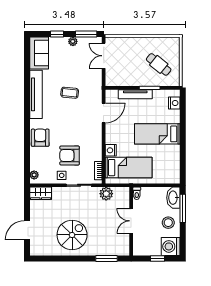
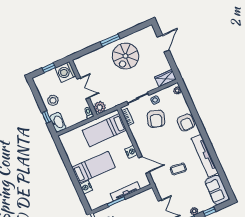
nightstand: (174, 103) -> (86, 187), moved
door: (104, 113) -> (144, 165), swing flipped
nightstand: (111, 150) -> (131, 152), moved
armchair: (70, 155) -> (156, 119), turned 107
plant: (106, 194) -> (100, 107), moved
window: (183, 208) -> (46, 117), width x0.46
washing machine: (171, 246) -> (65, 72), moved, turned 180
window: (107, 259) -> (110, 40), moved

